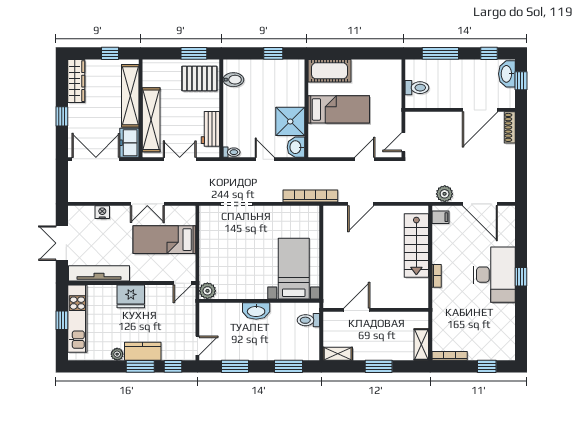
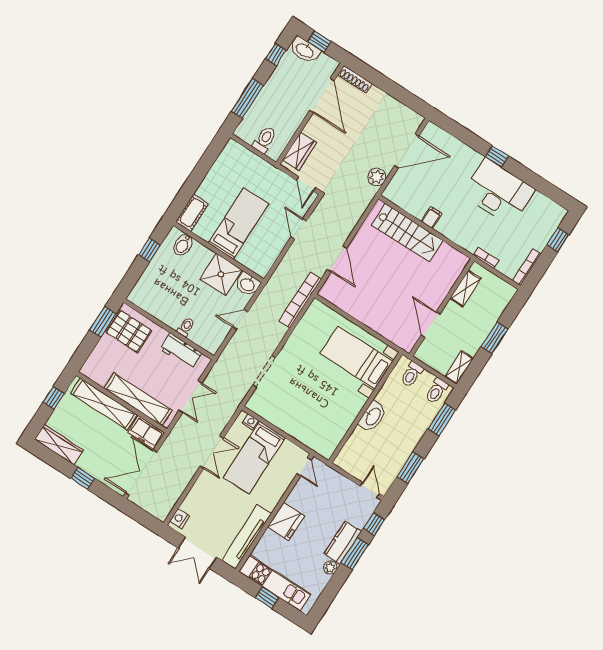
cot: (329, 71) -> (192, 213), width x0.73, depth x0.75
pallet: (199, 78) -> (129, 331), turned 90
bidet: (233, 80) -> (183, 245), moved, turned 180
wardrobe: (426, 121) -> (300, 151), added
toilet: (232, 152) -> (186, 327), moved
double door: (180, 159) -> (190, 397), swing flipped
nightstand: (102, 212) -> (180, 519), moved
filing cabinet: (440, 217) -> (432, 218), moved
nightstand: (190, 219) -> (250, 422), added
desk: (494, 275) -> (498, 192), moved
bookcase: (437, 276) -> (486, 258), moved
plant: (207, 291) -> (326, 449), removed
shelving: (421, 344) -> (465, 288), moved, turned 90
toilet: (308, 348) -> (437, 391), added

